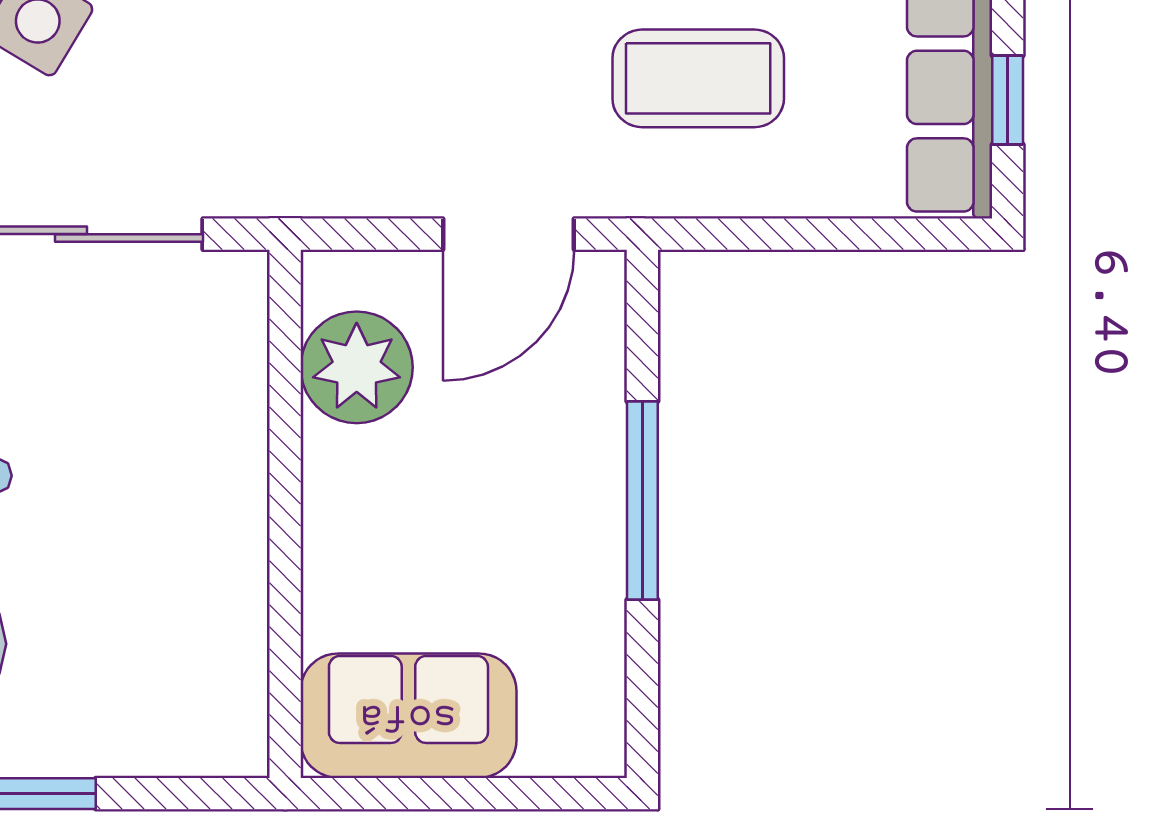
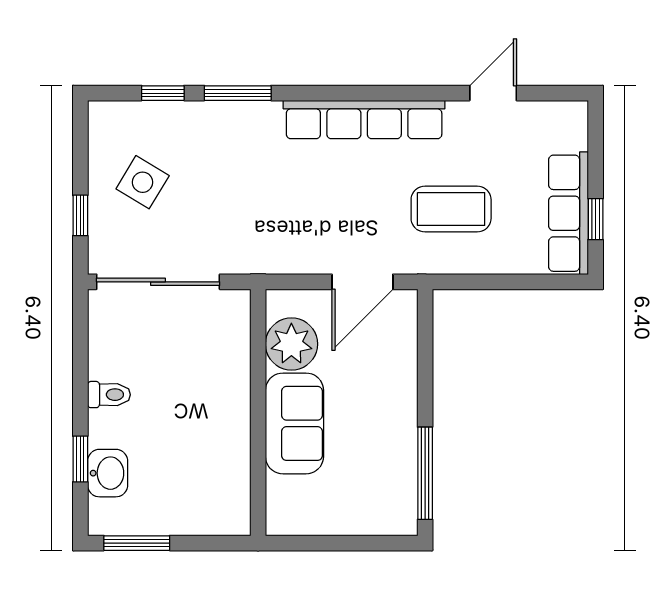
window: (642, 500) -> (425, 473), moved
sofa: (408, 716) -> (294, 423), moved, turned 90

